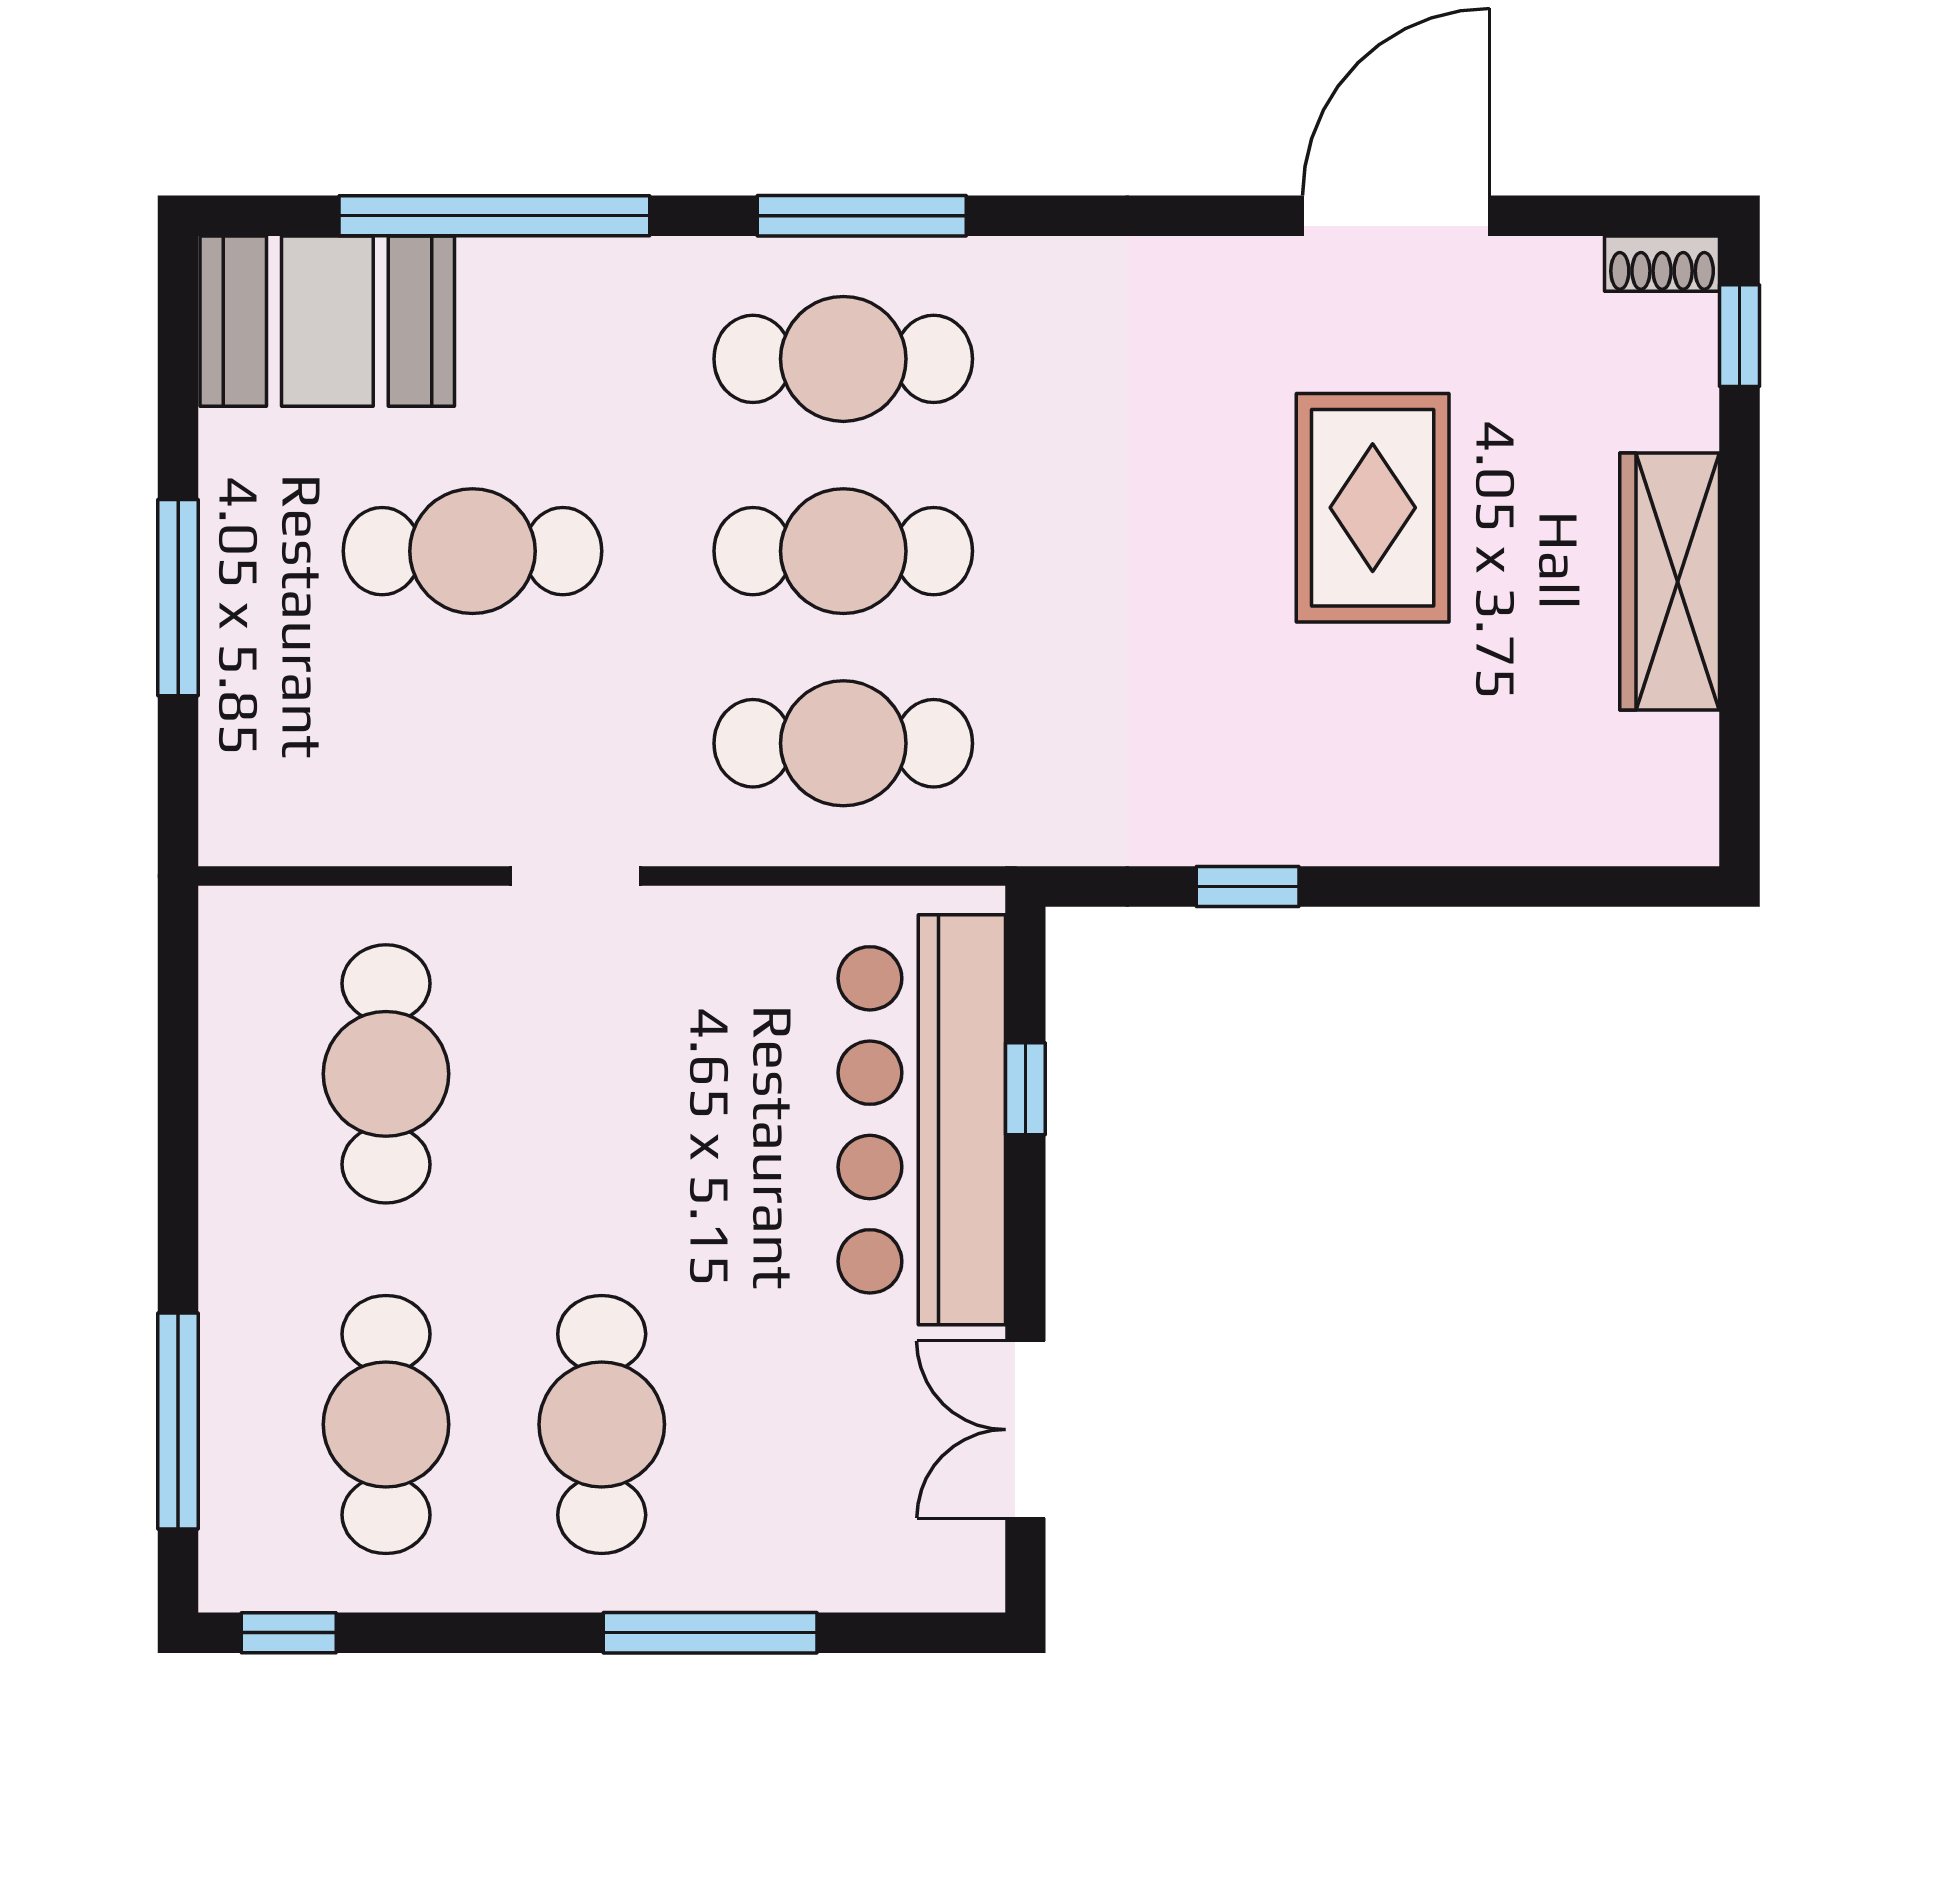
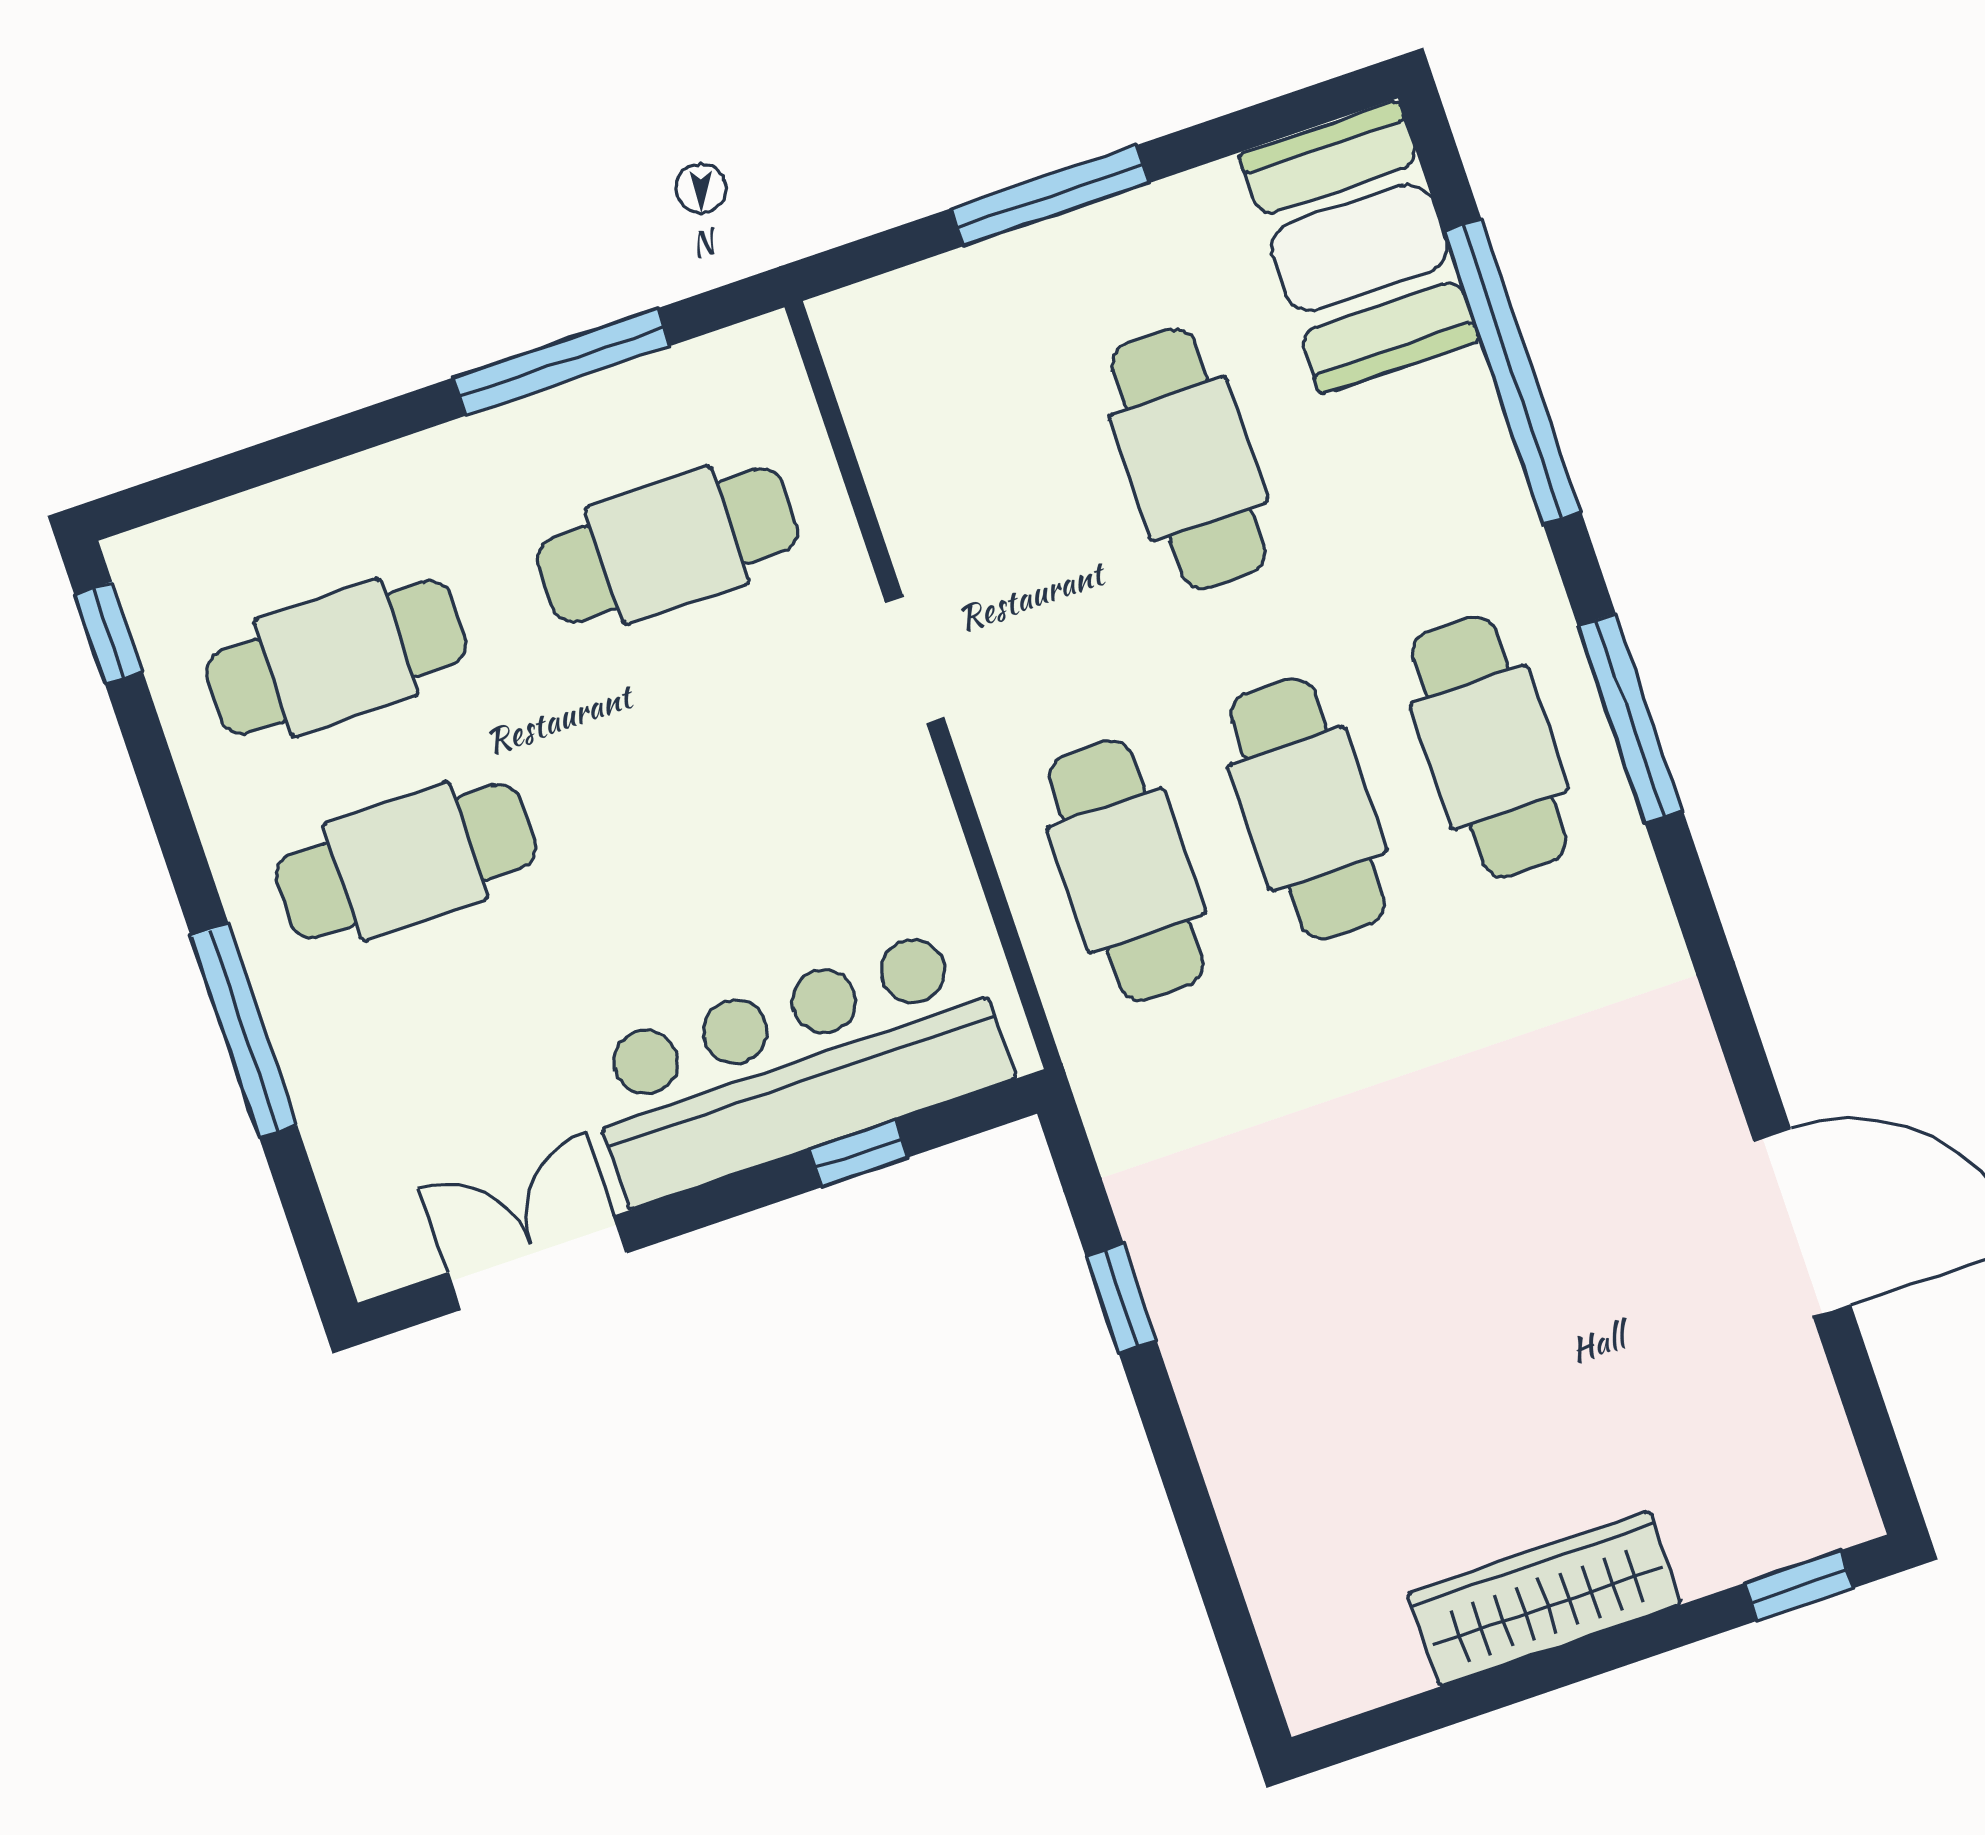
shoe rack: (1662, 264) -> (1842, 1489), removed
rug: (1373, 508) -> (1519, 1294), removed
window: (178, 1421) -> (561, 362), moved

